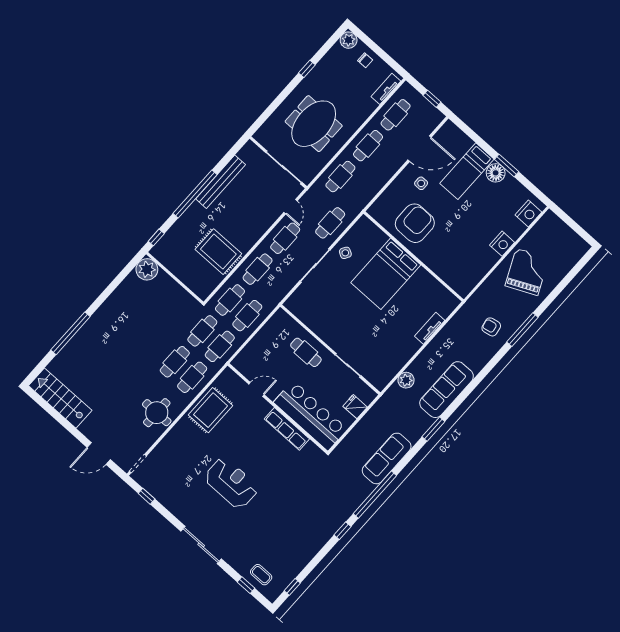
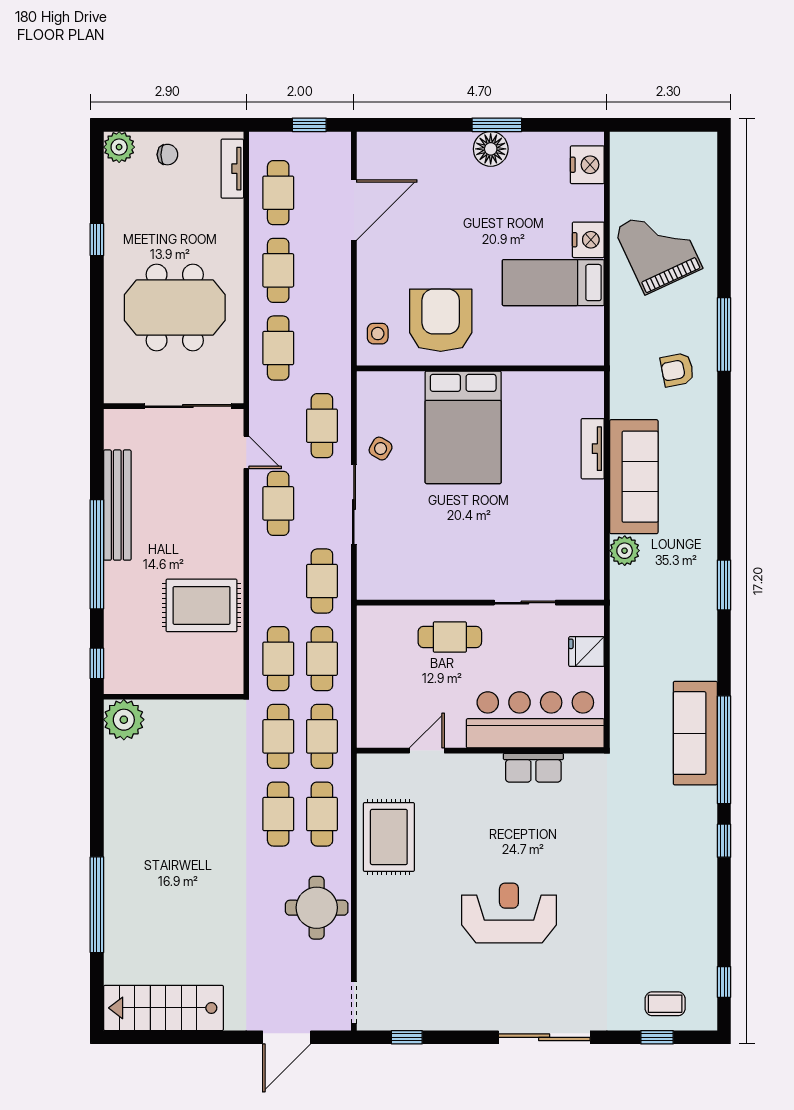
meeting table: (314, 124) -> (175, 307), turned 90
bed: (467, 171) -> (553, 283), moved, turned 90
side table: (421, 183) -> (378, 334), moved
cafe table: (258, 269) -> (322, 581), moved
sofa: (447, 390) -> (634, 477), moved, turned 180
row of seats: (287, 429) -> (533, 768), width x0.68
sofa: (387, 458) -> (695, 733), moved

